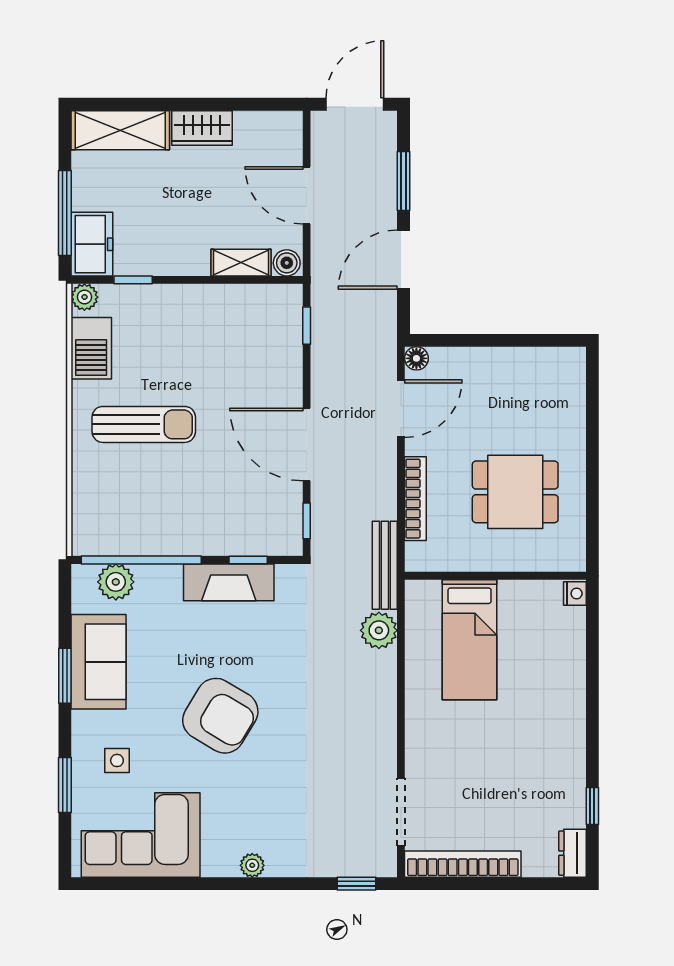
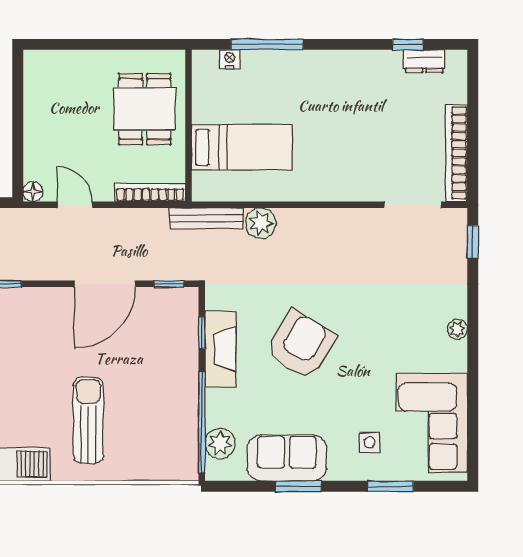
door: (401, 409) -> (75, 205), width x0.73
wall: (495, 576) -> (189, 126), moved
window: (592, 638) -> (267, 44), added
bed: (470, 640) -> (242, 147), moved
armchair: (220, 716) -> (301, 345), moved
dresser: (572, 853) -> (424, 61), moved

